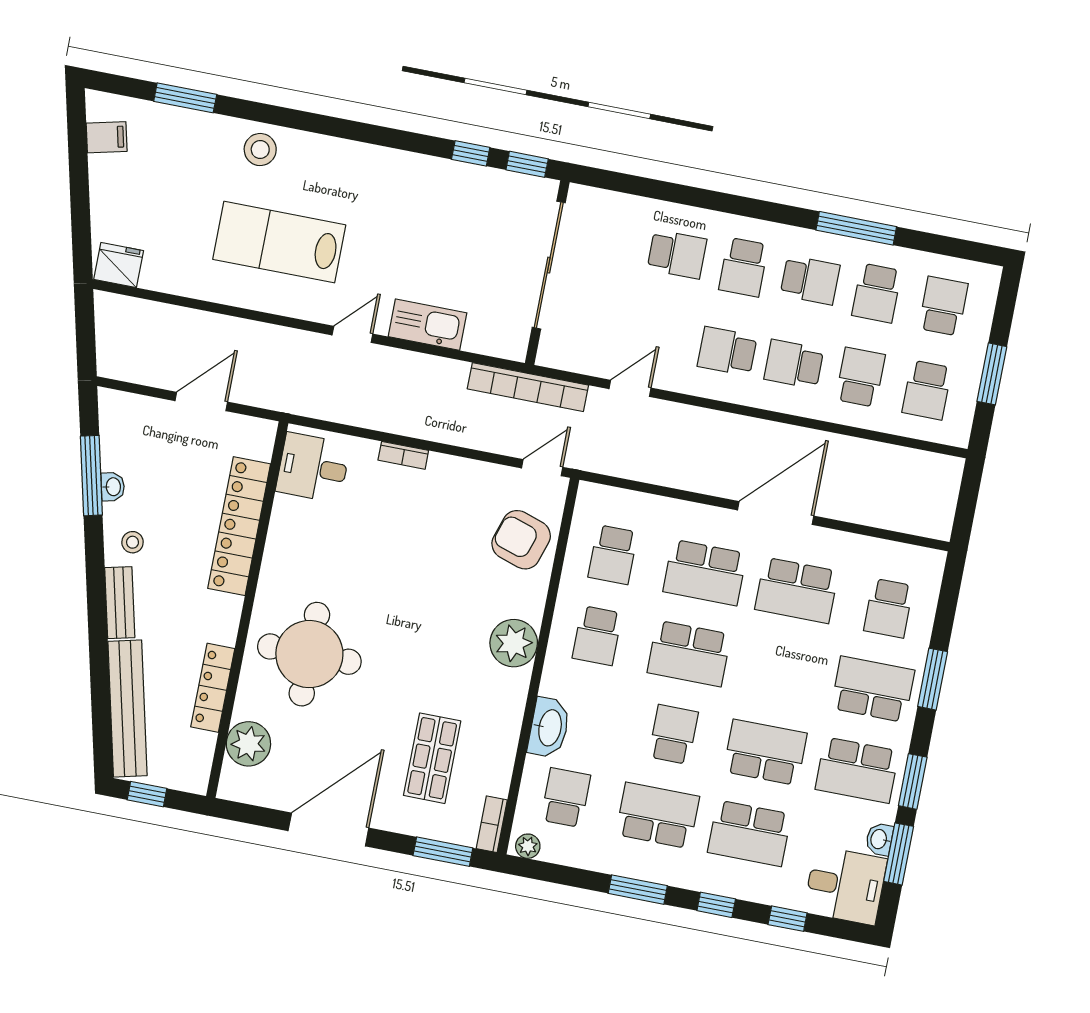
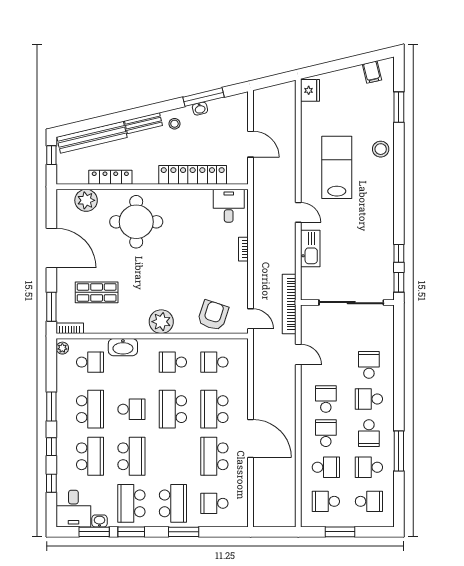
school desk: (677, 254) -> (369, 365), turned 180
school desk: (749, 833) -> (90, 456), turned 180

